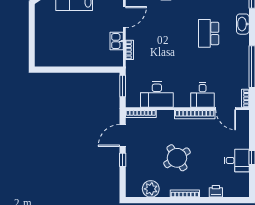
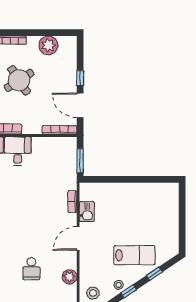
desk: (157, 95) -> (18, 151), moved, width x0.73
door: (123, 135) -> (80, 105), swing flipped

